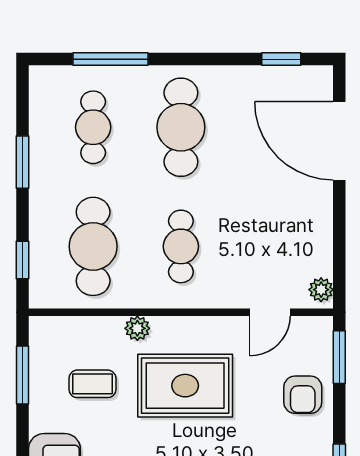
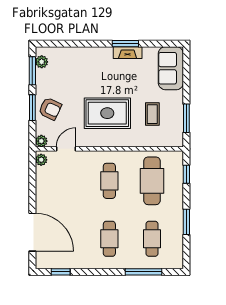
cafe table: (181, 127) -> (109, 239), width x0.73, depth x0.74
plant: (137, 328) -> (41, 141), moved
window: (339, 357) -> (32, 108), moved
coffee table: (92, 384) -> (152, 114), turned 90
armchair: (303, 395) -> (50, 109), turned 115

